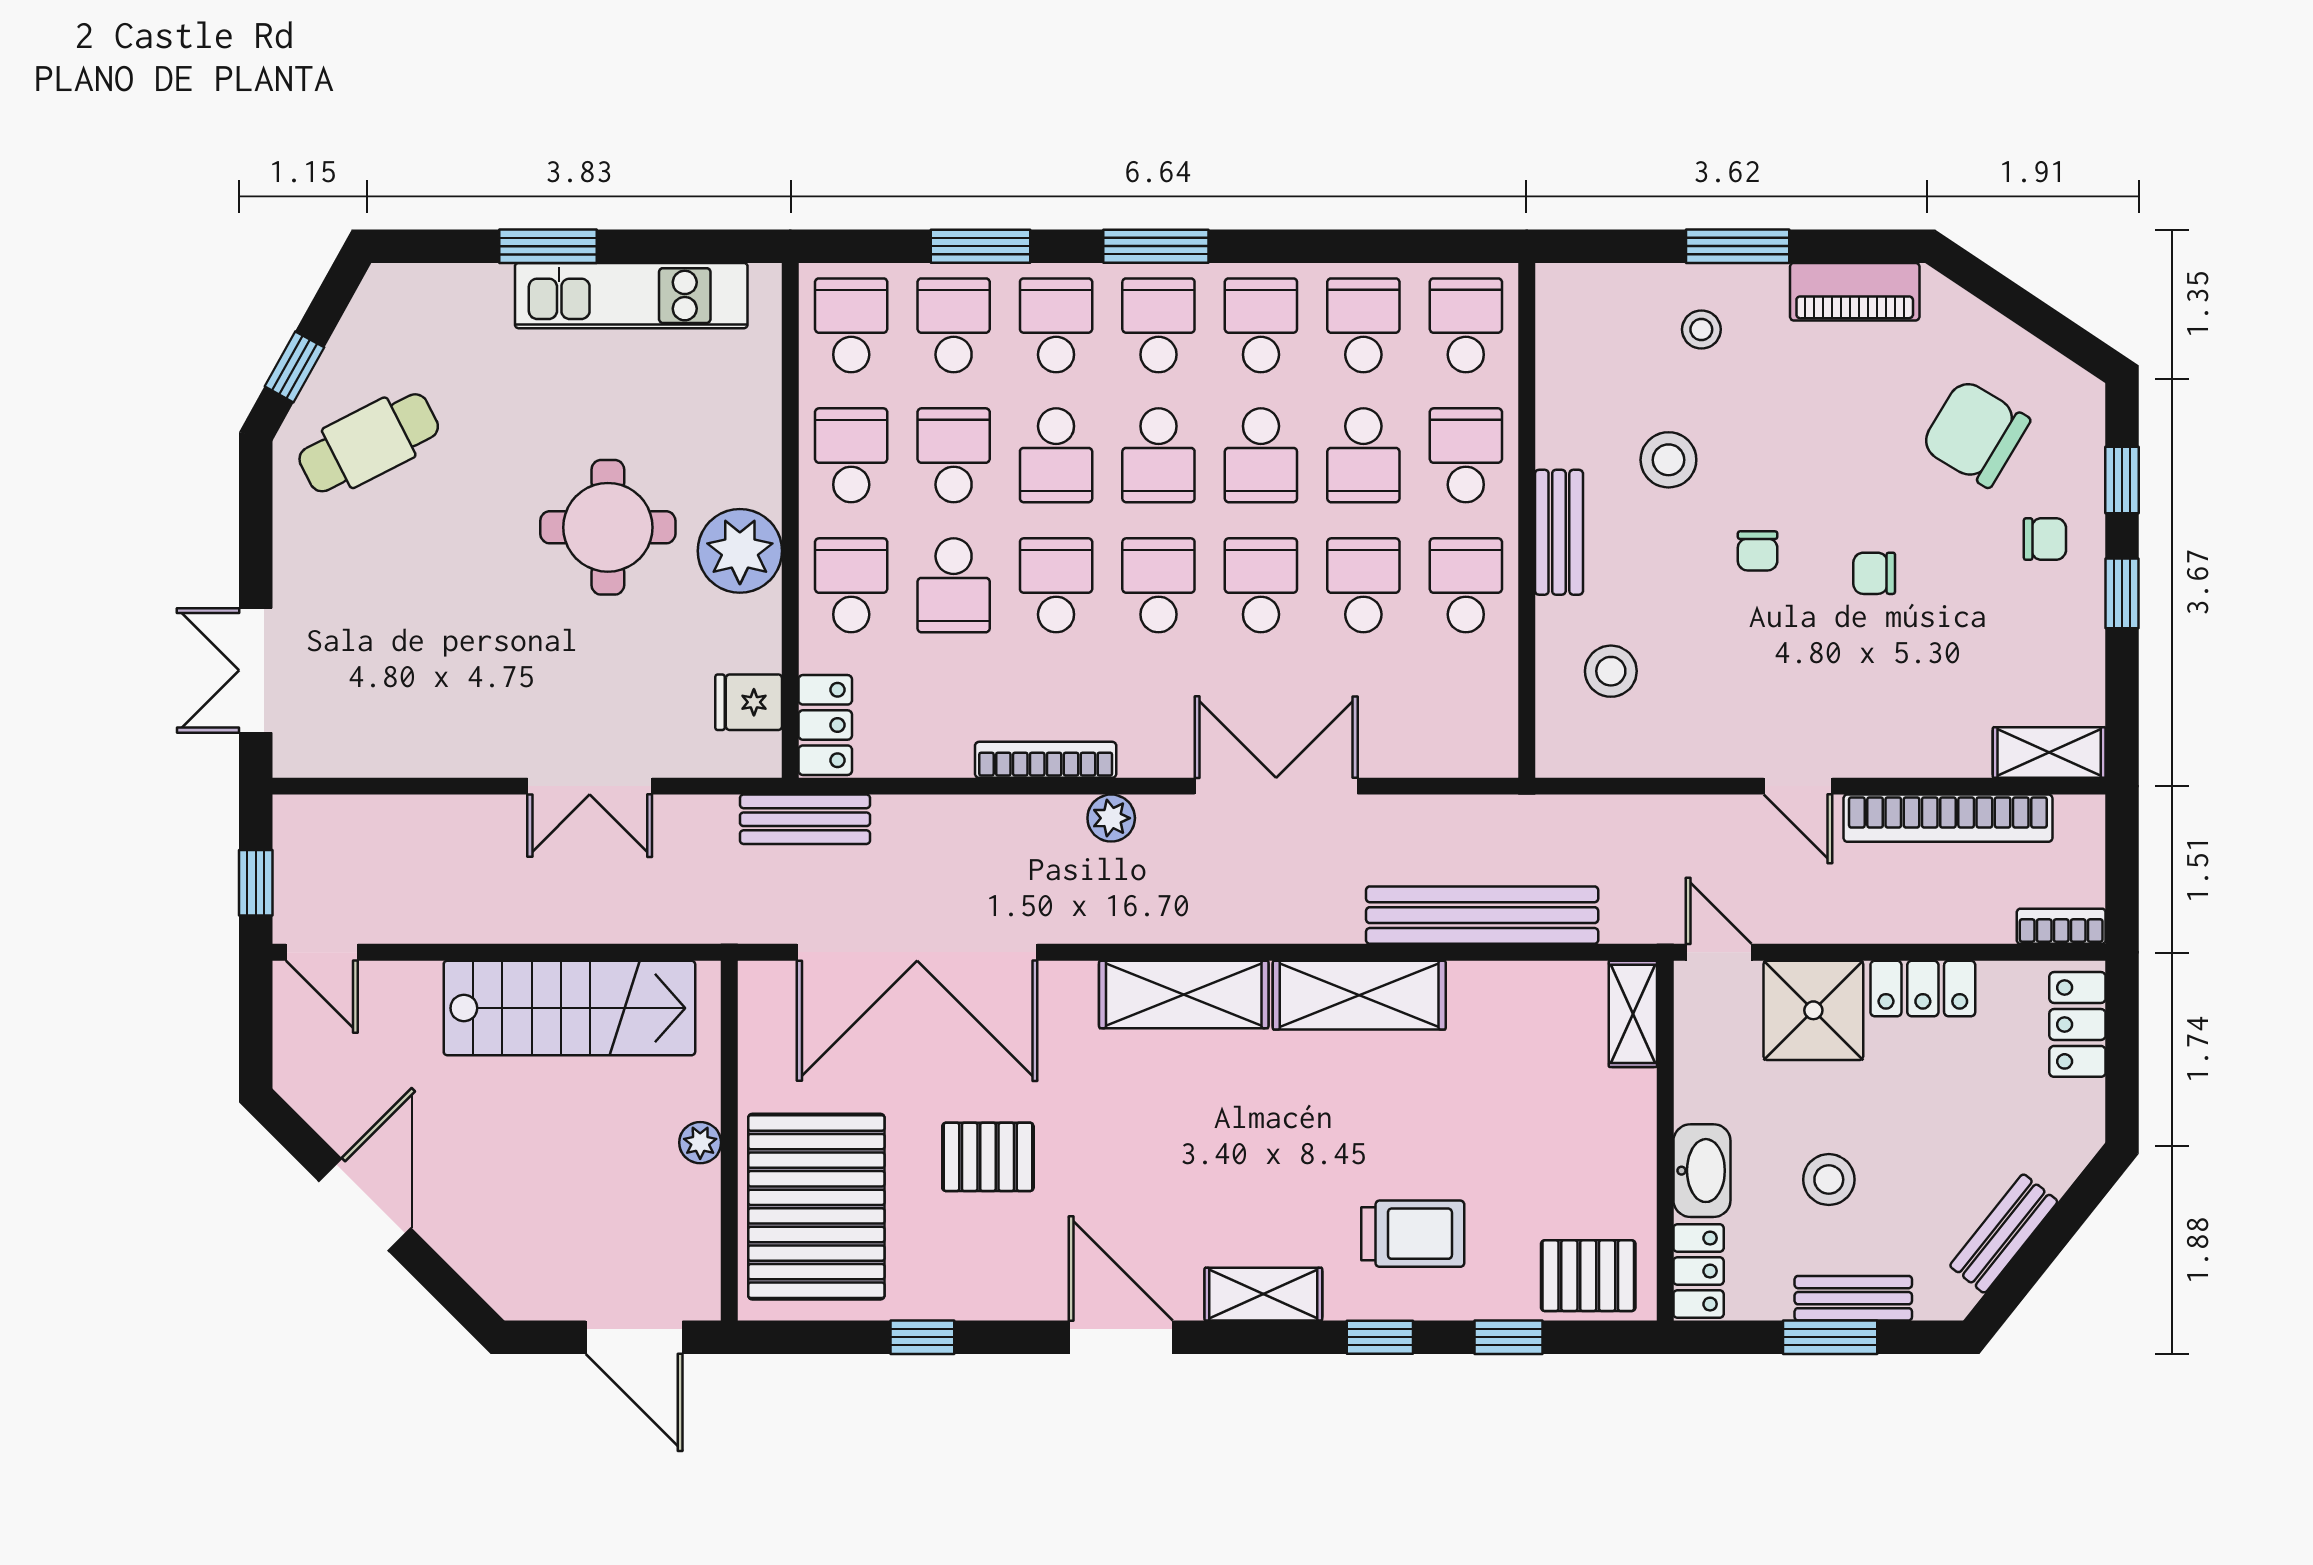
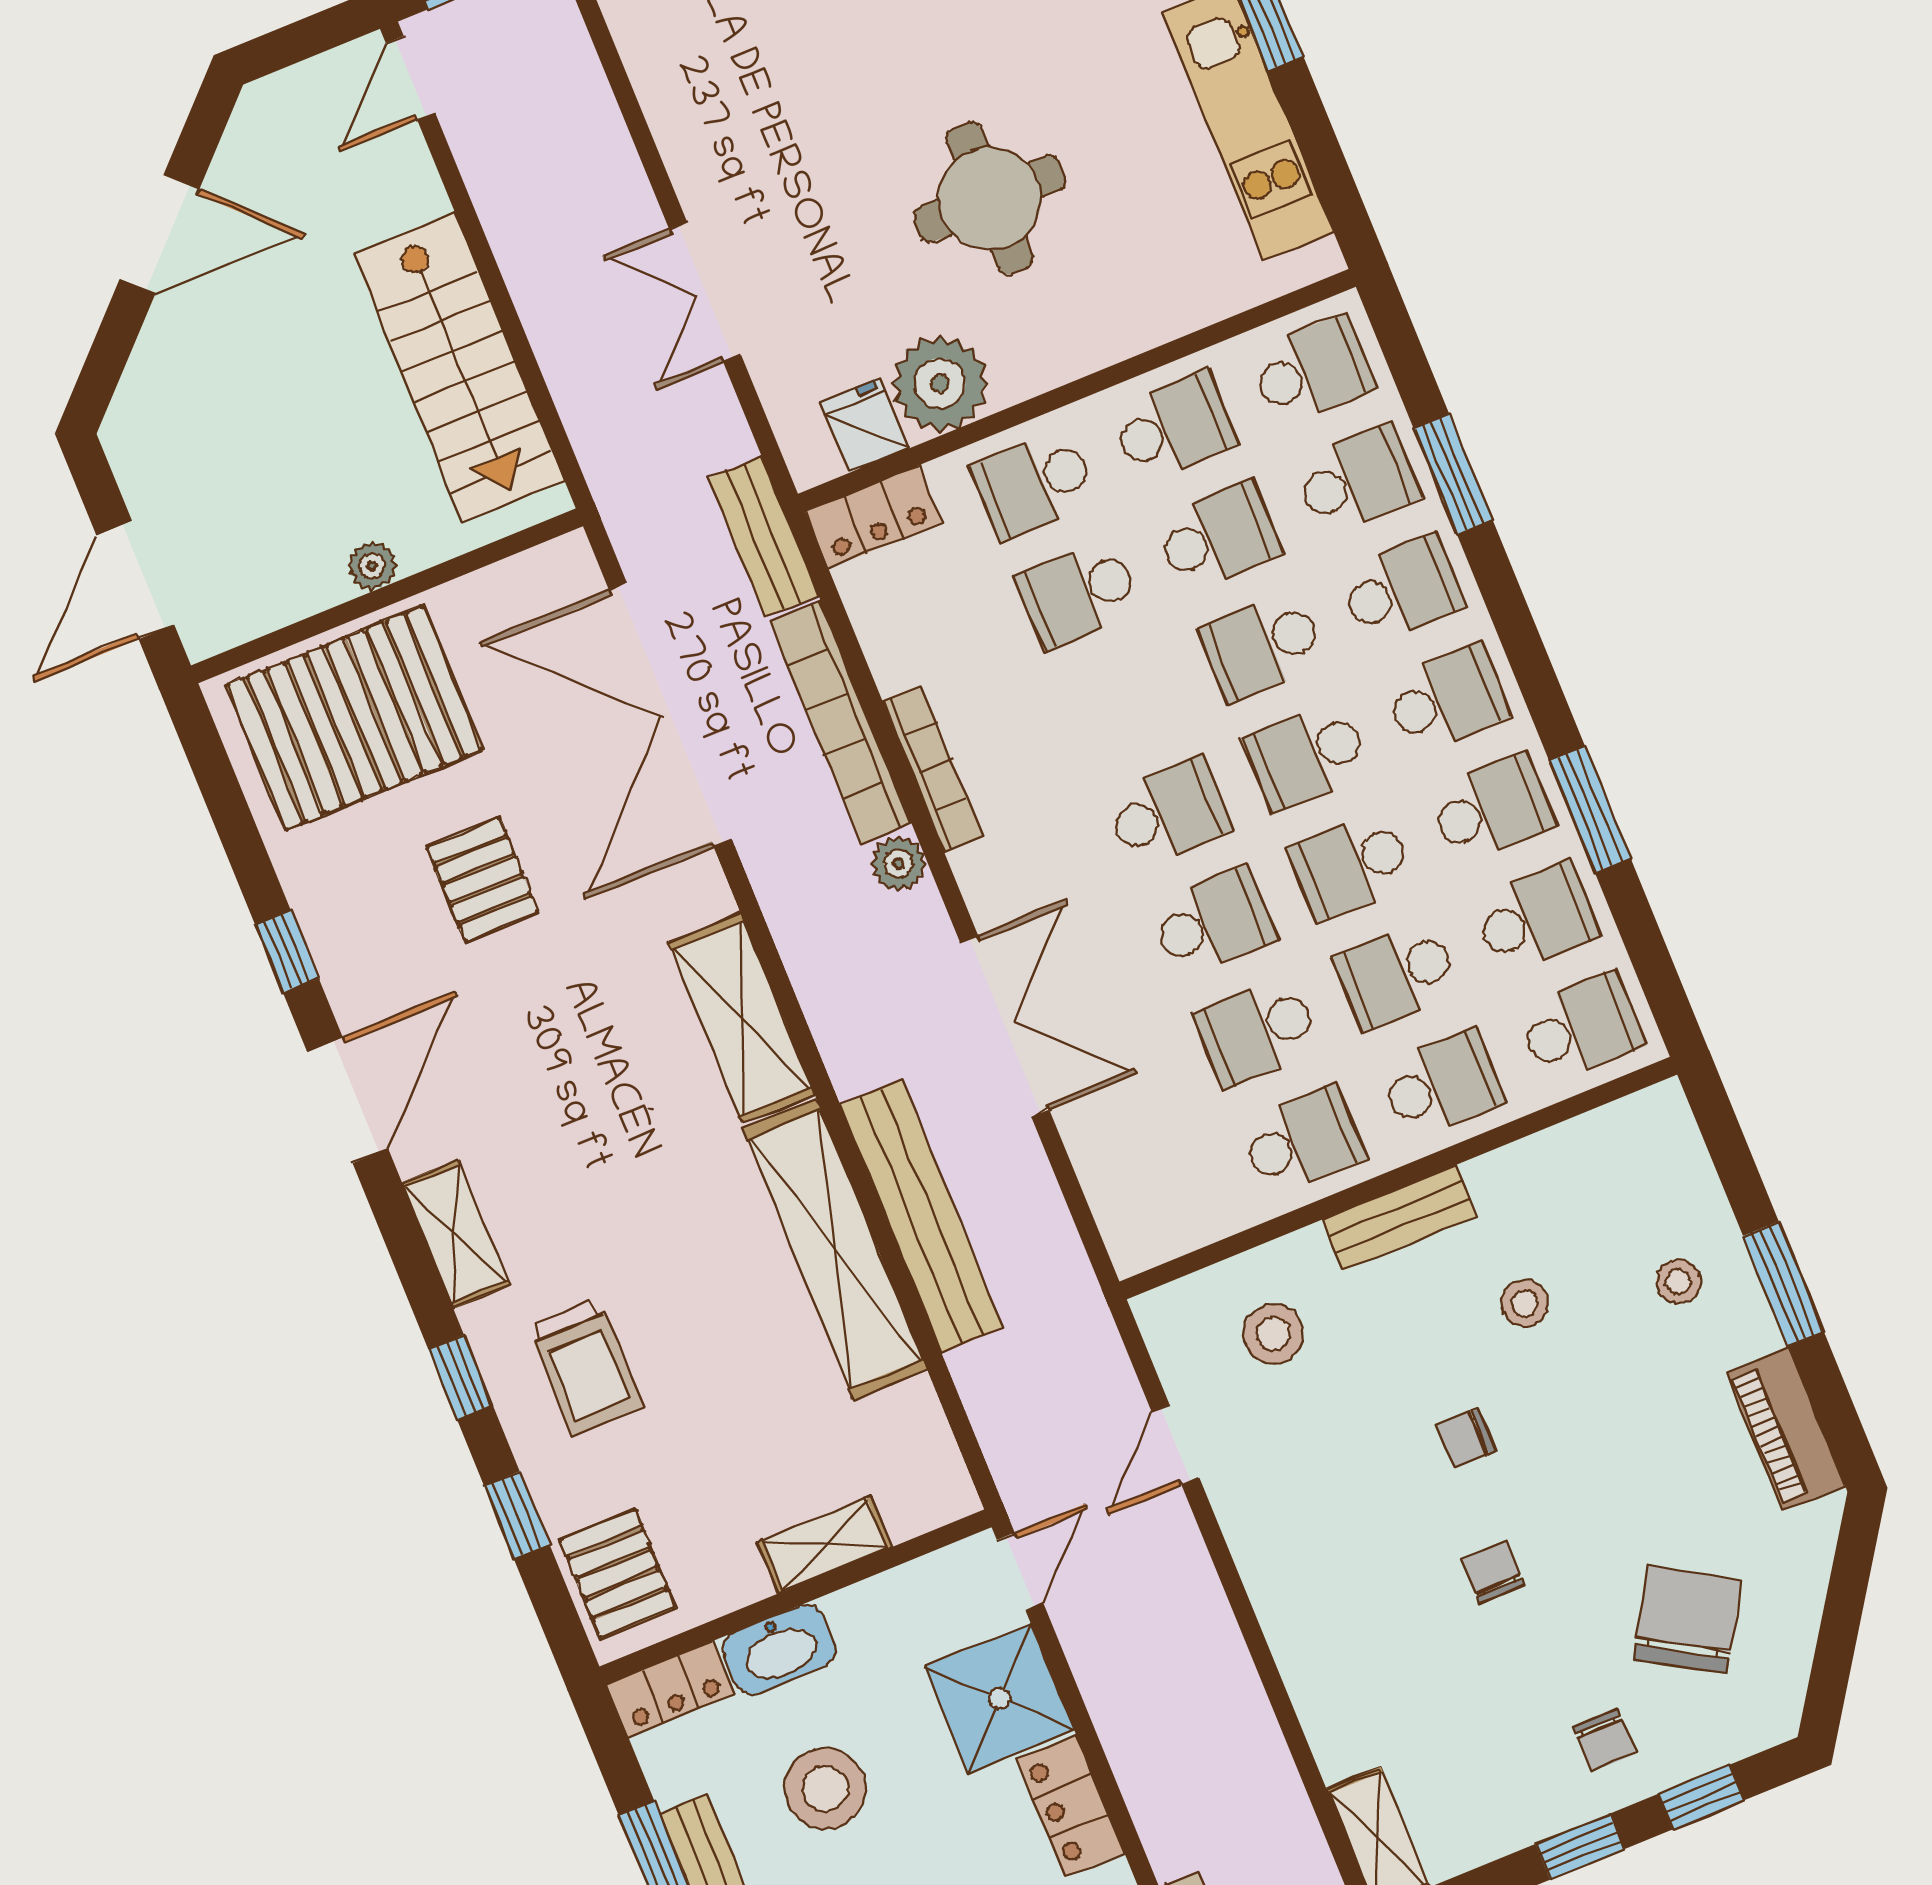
window: (1156, 246) -> (1590, 810), moved
stool: (1668, 460) -> (1525, 1303), width x0.73, depth x0.73
plant: (740, 551) -> (940, 383), moved
school desk: (851, 585) -> (1034, 484), turned 180
school desk: (1056, 585) -> (1123, 703), removed
school desk: (1363, 585) -> (1258, 1032), turned 180
door: (1798, 786) -> (1176, 1445), moved
bookcase: (1948, 818) -> (841, 722), moved
bench: (1482, 915) -> (921, 1216), moved
shelving: (1359, 995) -> (835, 1249), width x1.47
shelving: (1633, 1014) -> (825, 1545), moved
stool: (1829, 1180) -> (825, 1789), width x1.38, depth x1.38
window: (922, 1337) -> (287, 952), moved

